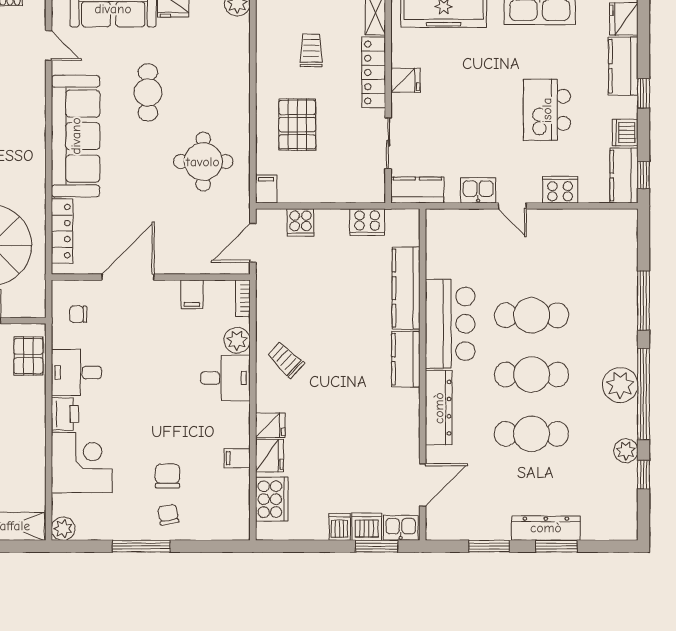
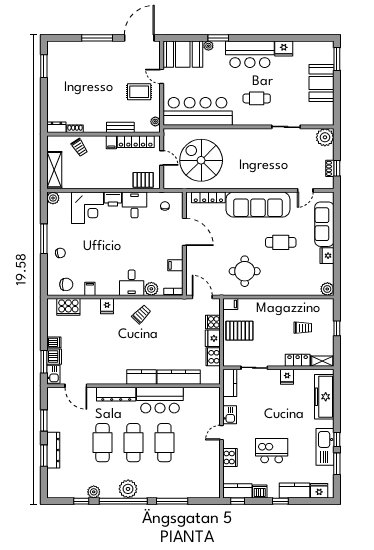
locker: (374, 72) -> (298, 360), width x0.66
pallet: (297, 125) -> (239, 331), moved
fridge: (269, 456) -> (213, 338), moved, turned 90
chair: (167, 476) -> (66, 284), moved

